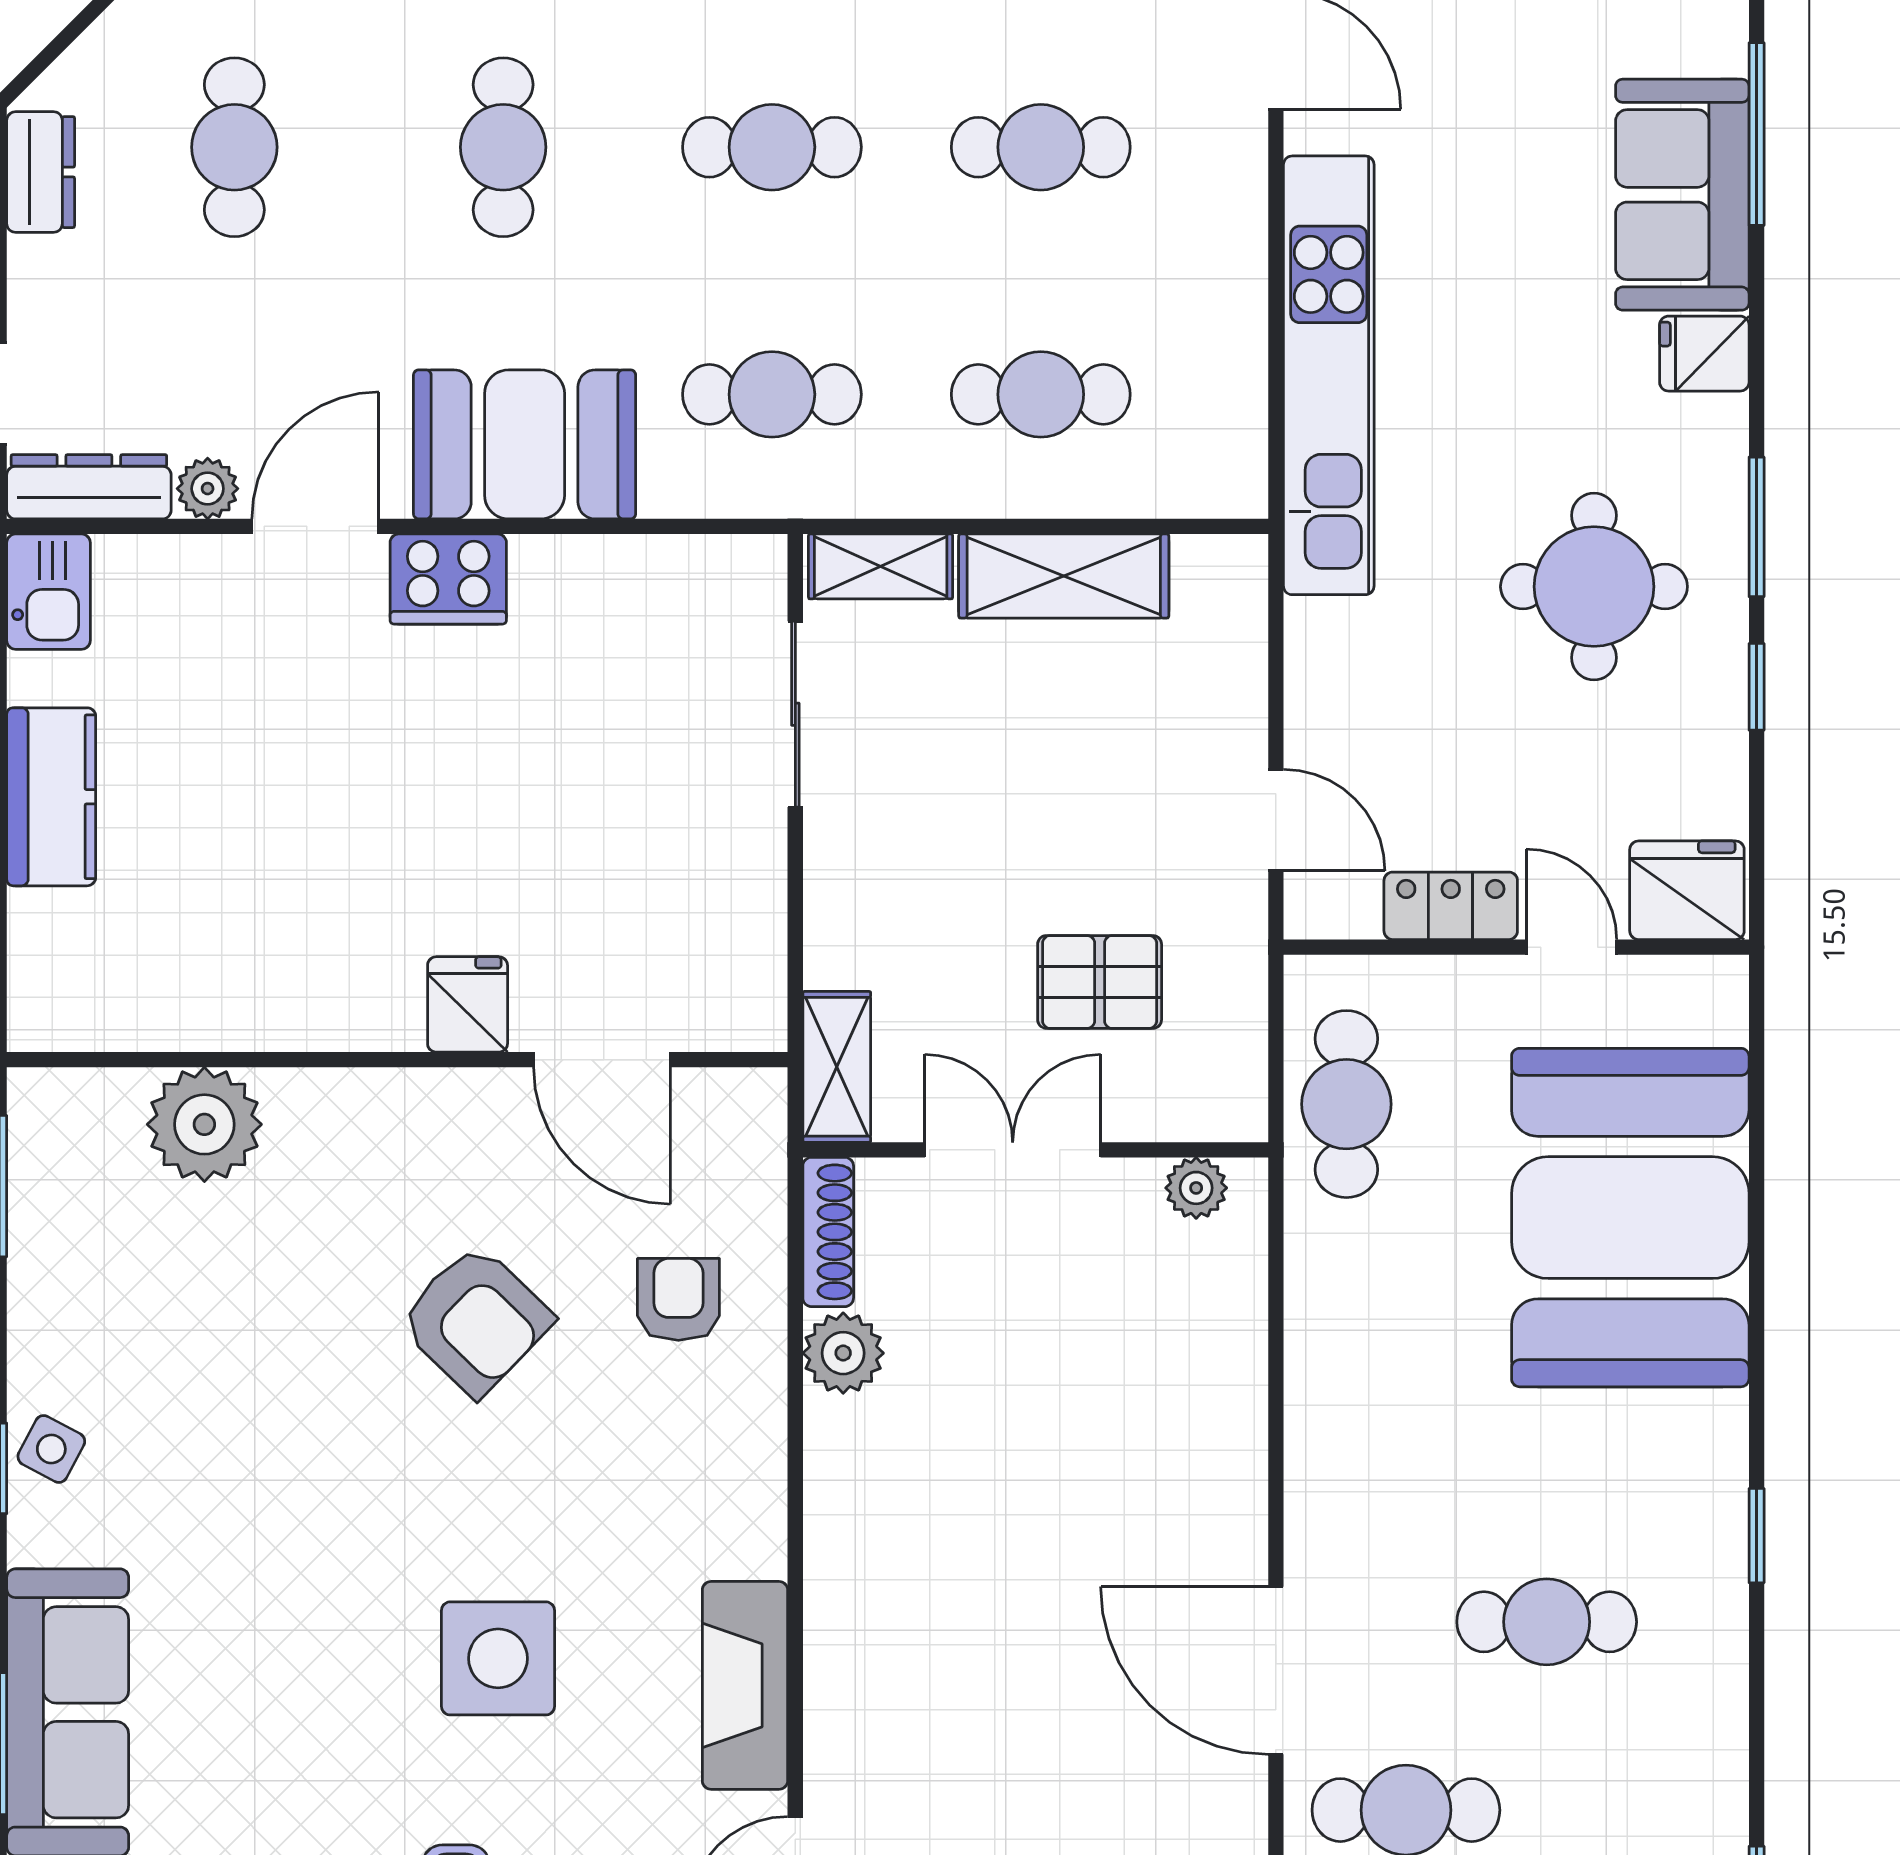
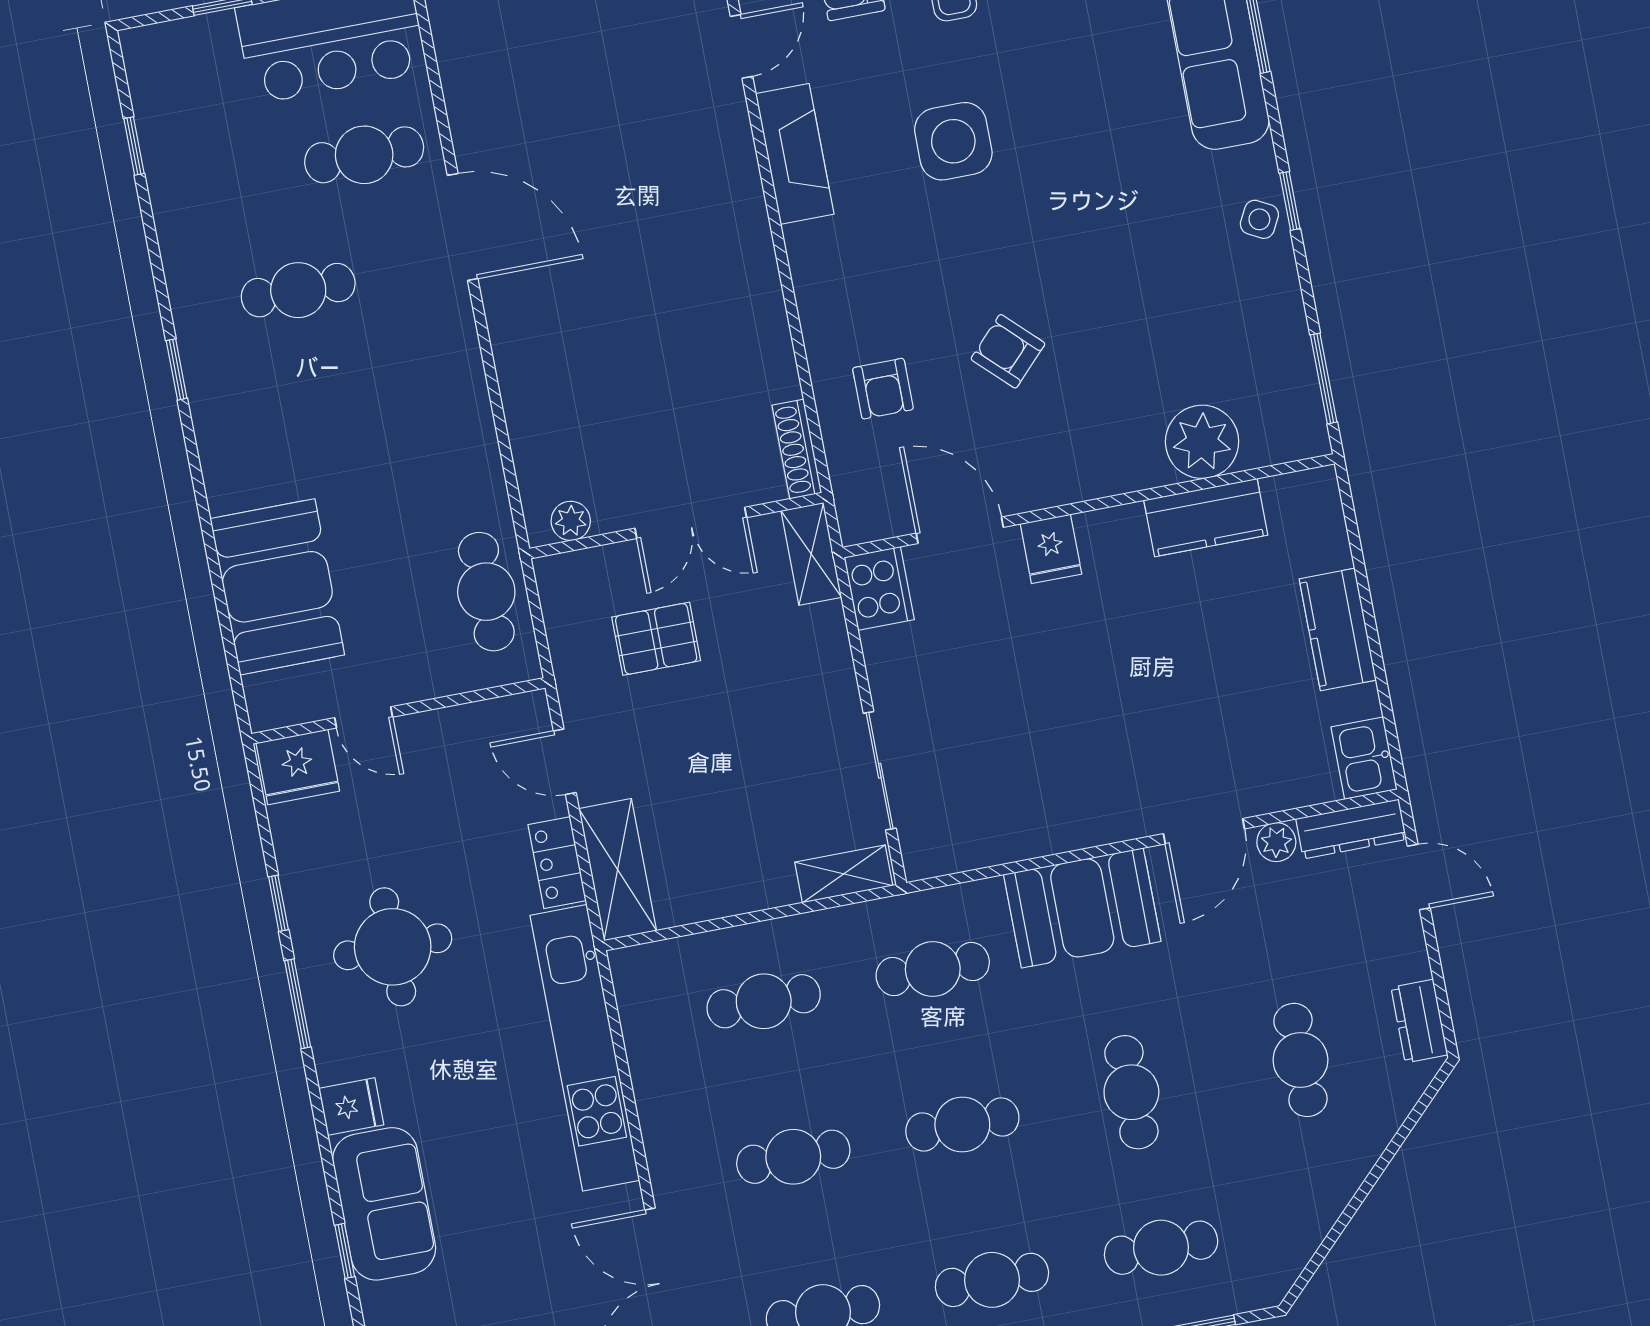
window: (1757, 134) -> (345, 1251), width x0.46
shelving: (1064, 576) -> (618, 870), moved, turned 90
cooker: (448, 579) -> (879, 588), moved, turned 90
locker: (1451, 906) -> (557, 863), moved, turned 90
kitchen counter: (221, 1007) -> (1206, 518), added
booth: (1630, 1218) -> (277, 587), width x0.73, depth x0.70
armchair: (476, 1320) -> (1008, 351), width x0.72, depth x0.72
plant: (843, 1353) -> (773, 375), removed

